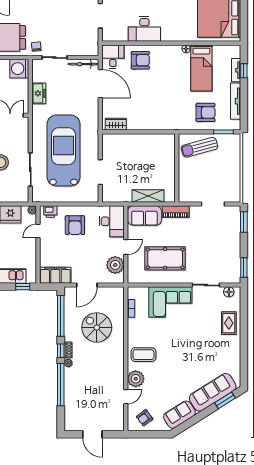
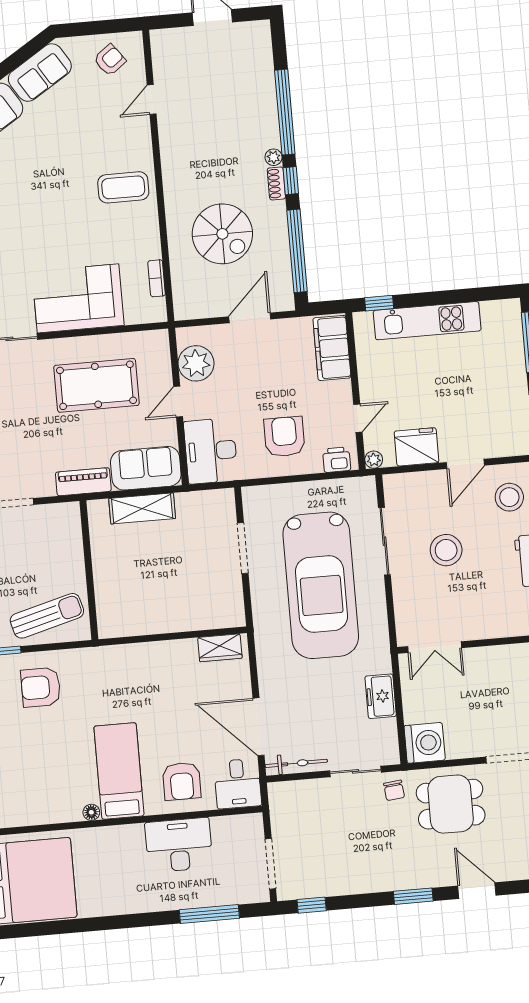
armchair: (140, 60) -> (182, 781), turned -90
bed: (201, 68) -> (119, 771), moved
filing cabinet: (55, 275) -> (332, 348), moved, turned 90
plant: (136, 379) -> (135, 137), removed

